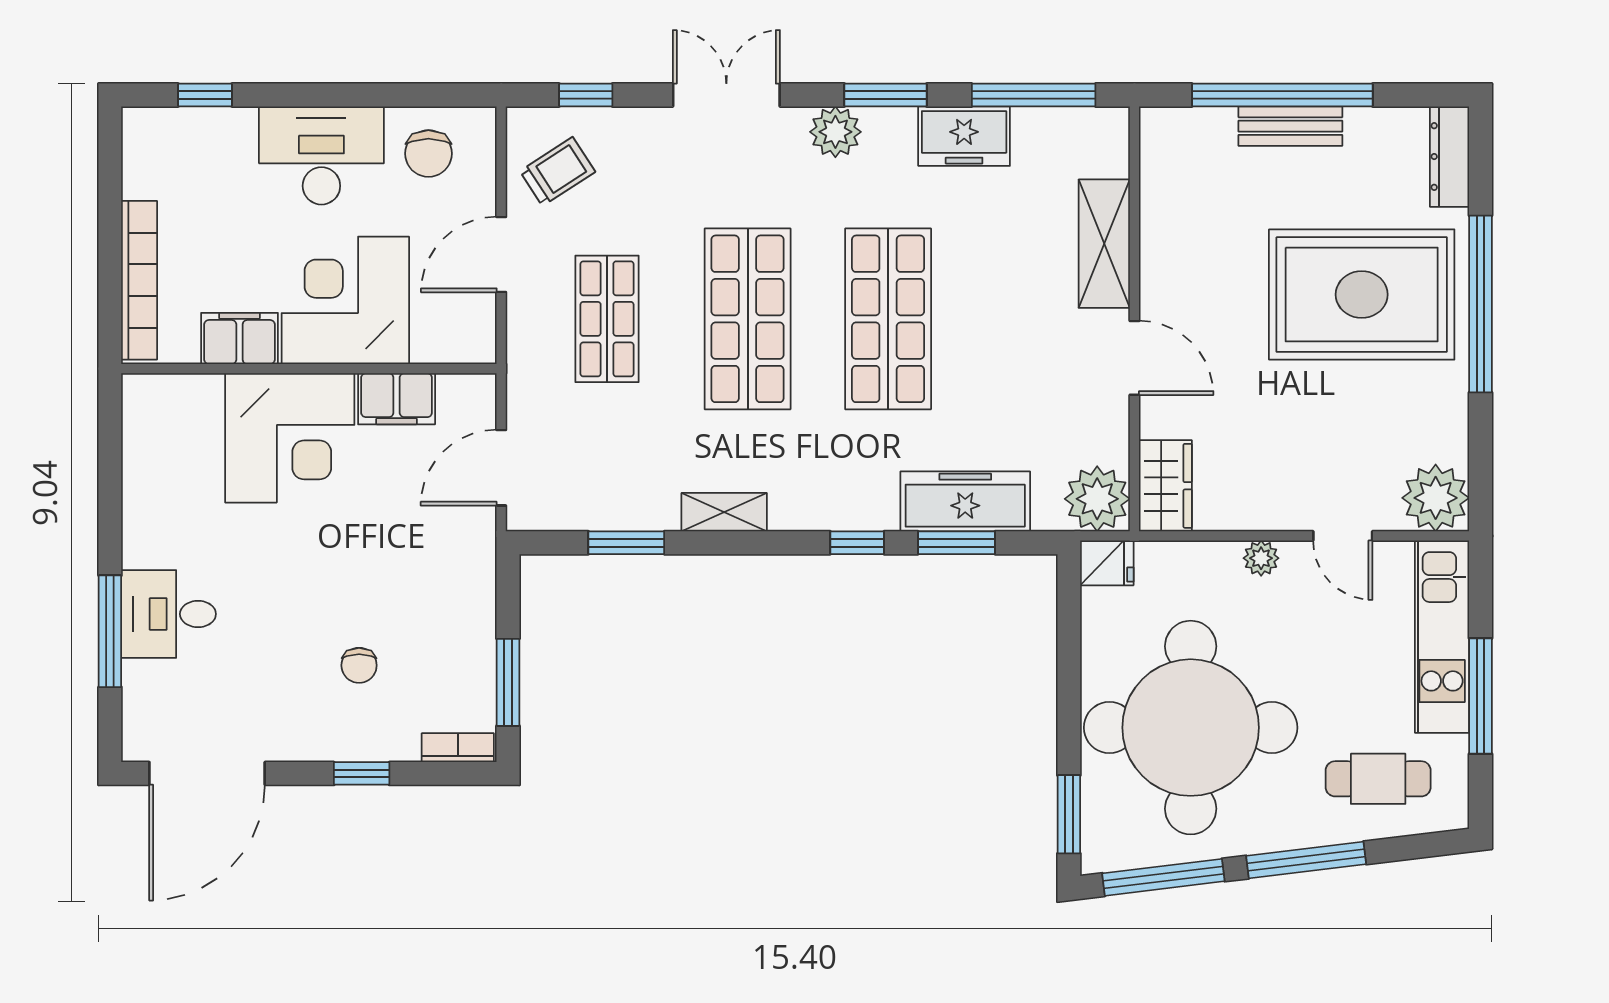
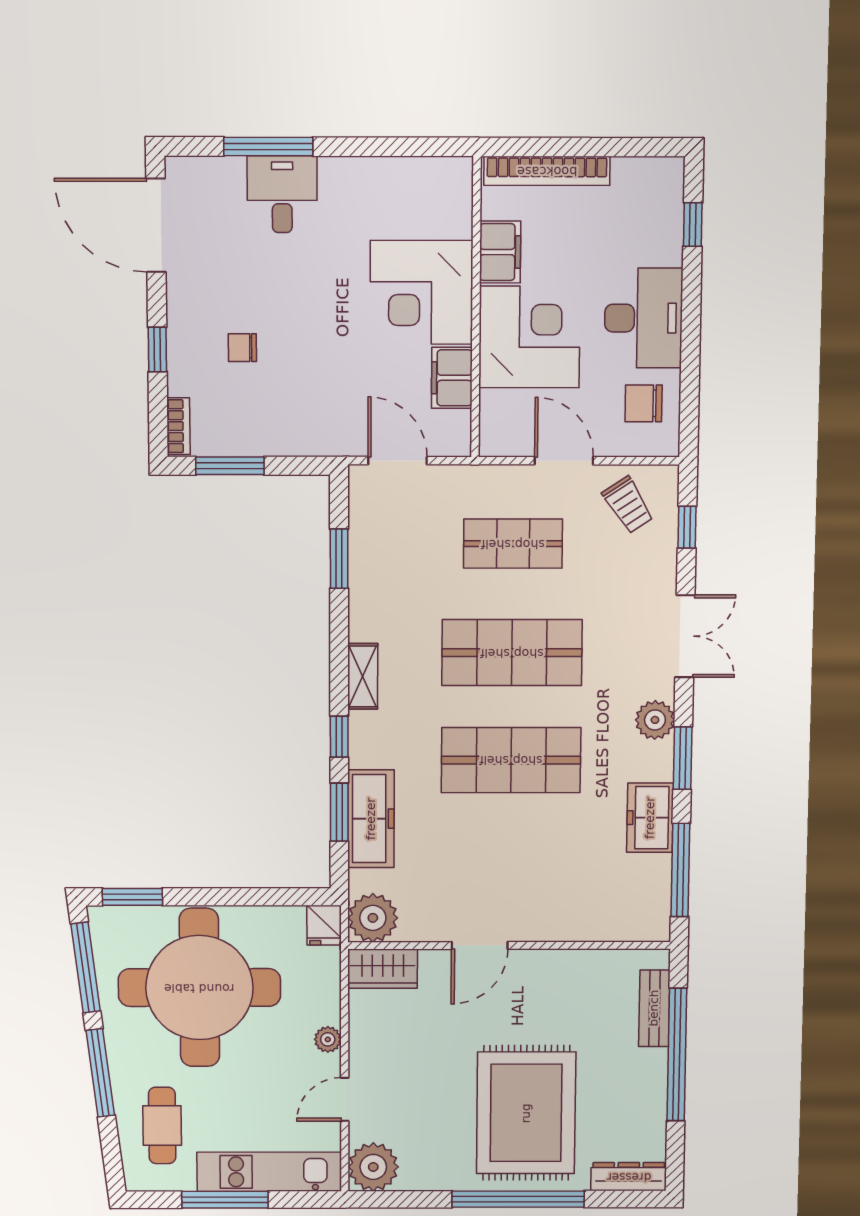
bench: (1290, 126) -> (654, 1008), moved
shelving: (1104, 244) -> (567, 923), removed
shelving: (724, 512) -> (363, 676), moved

